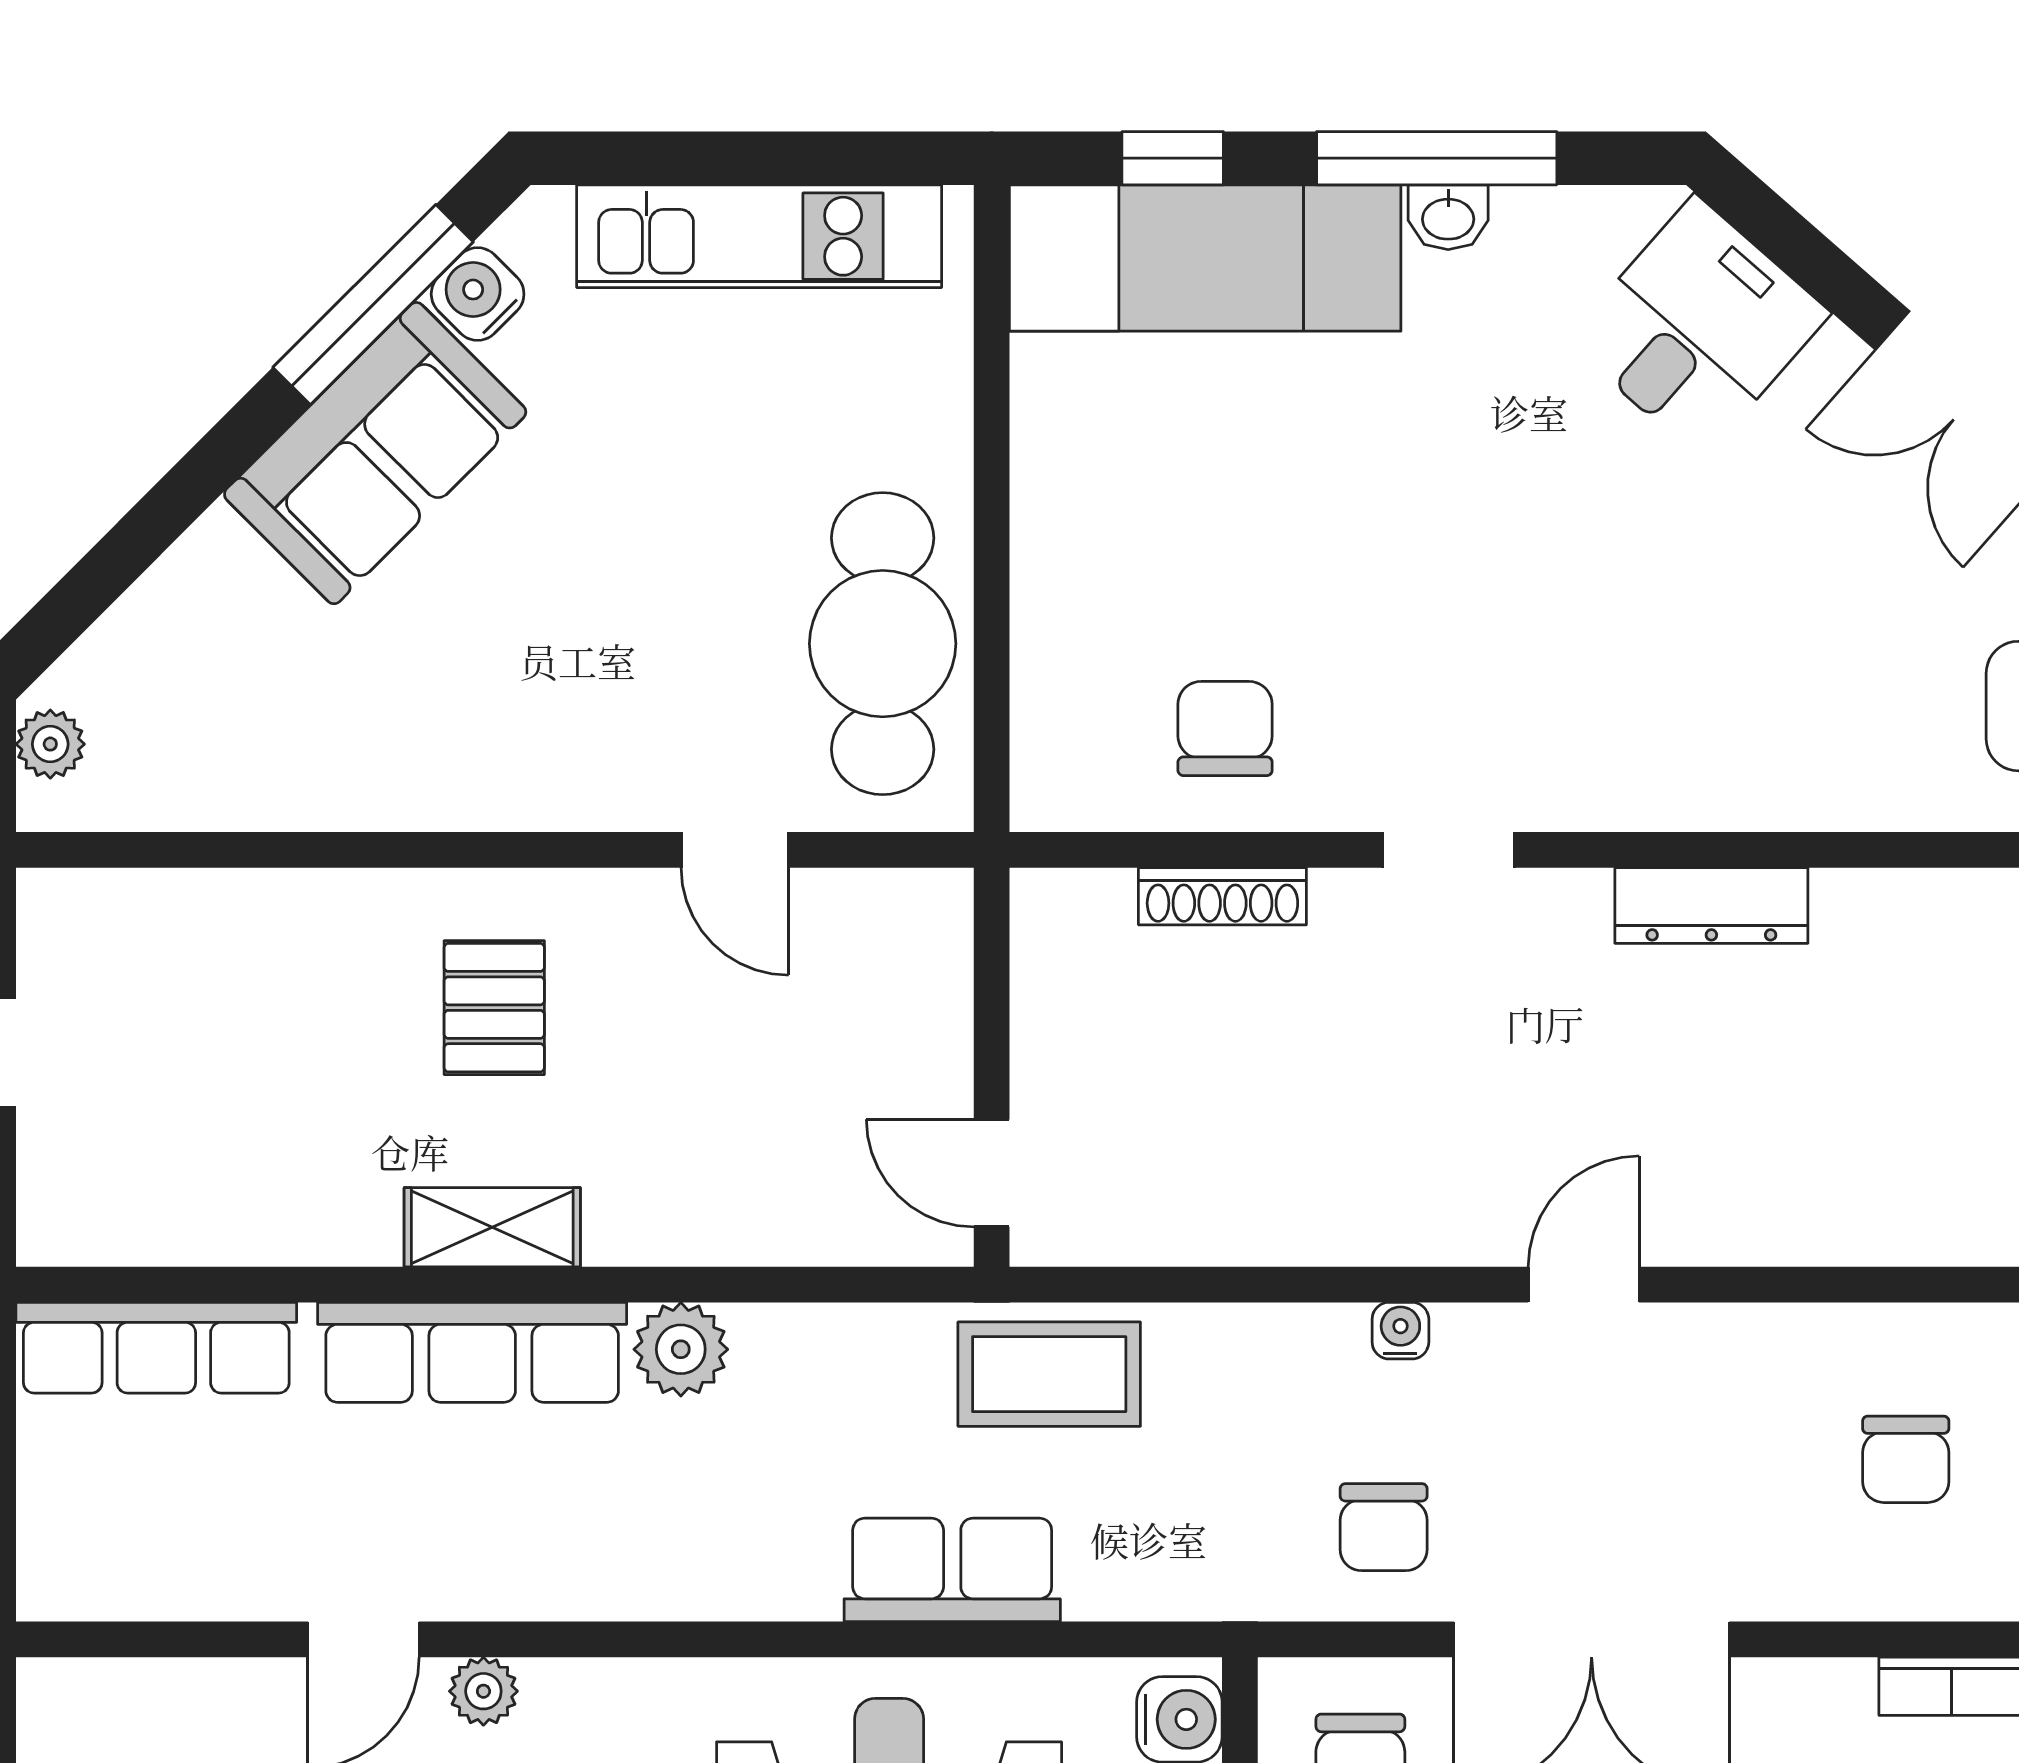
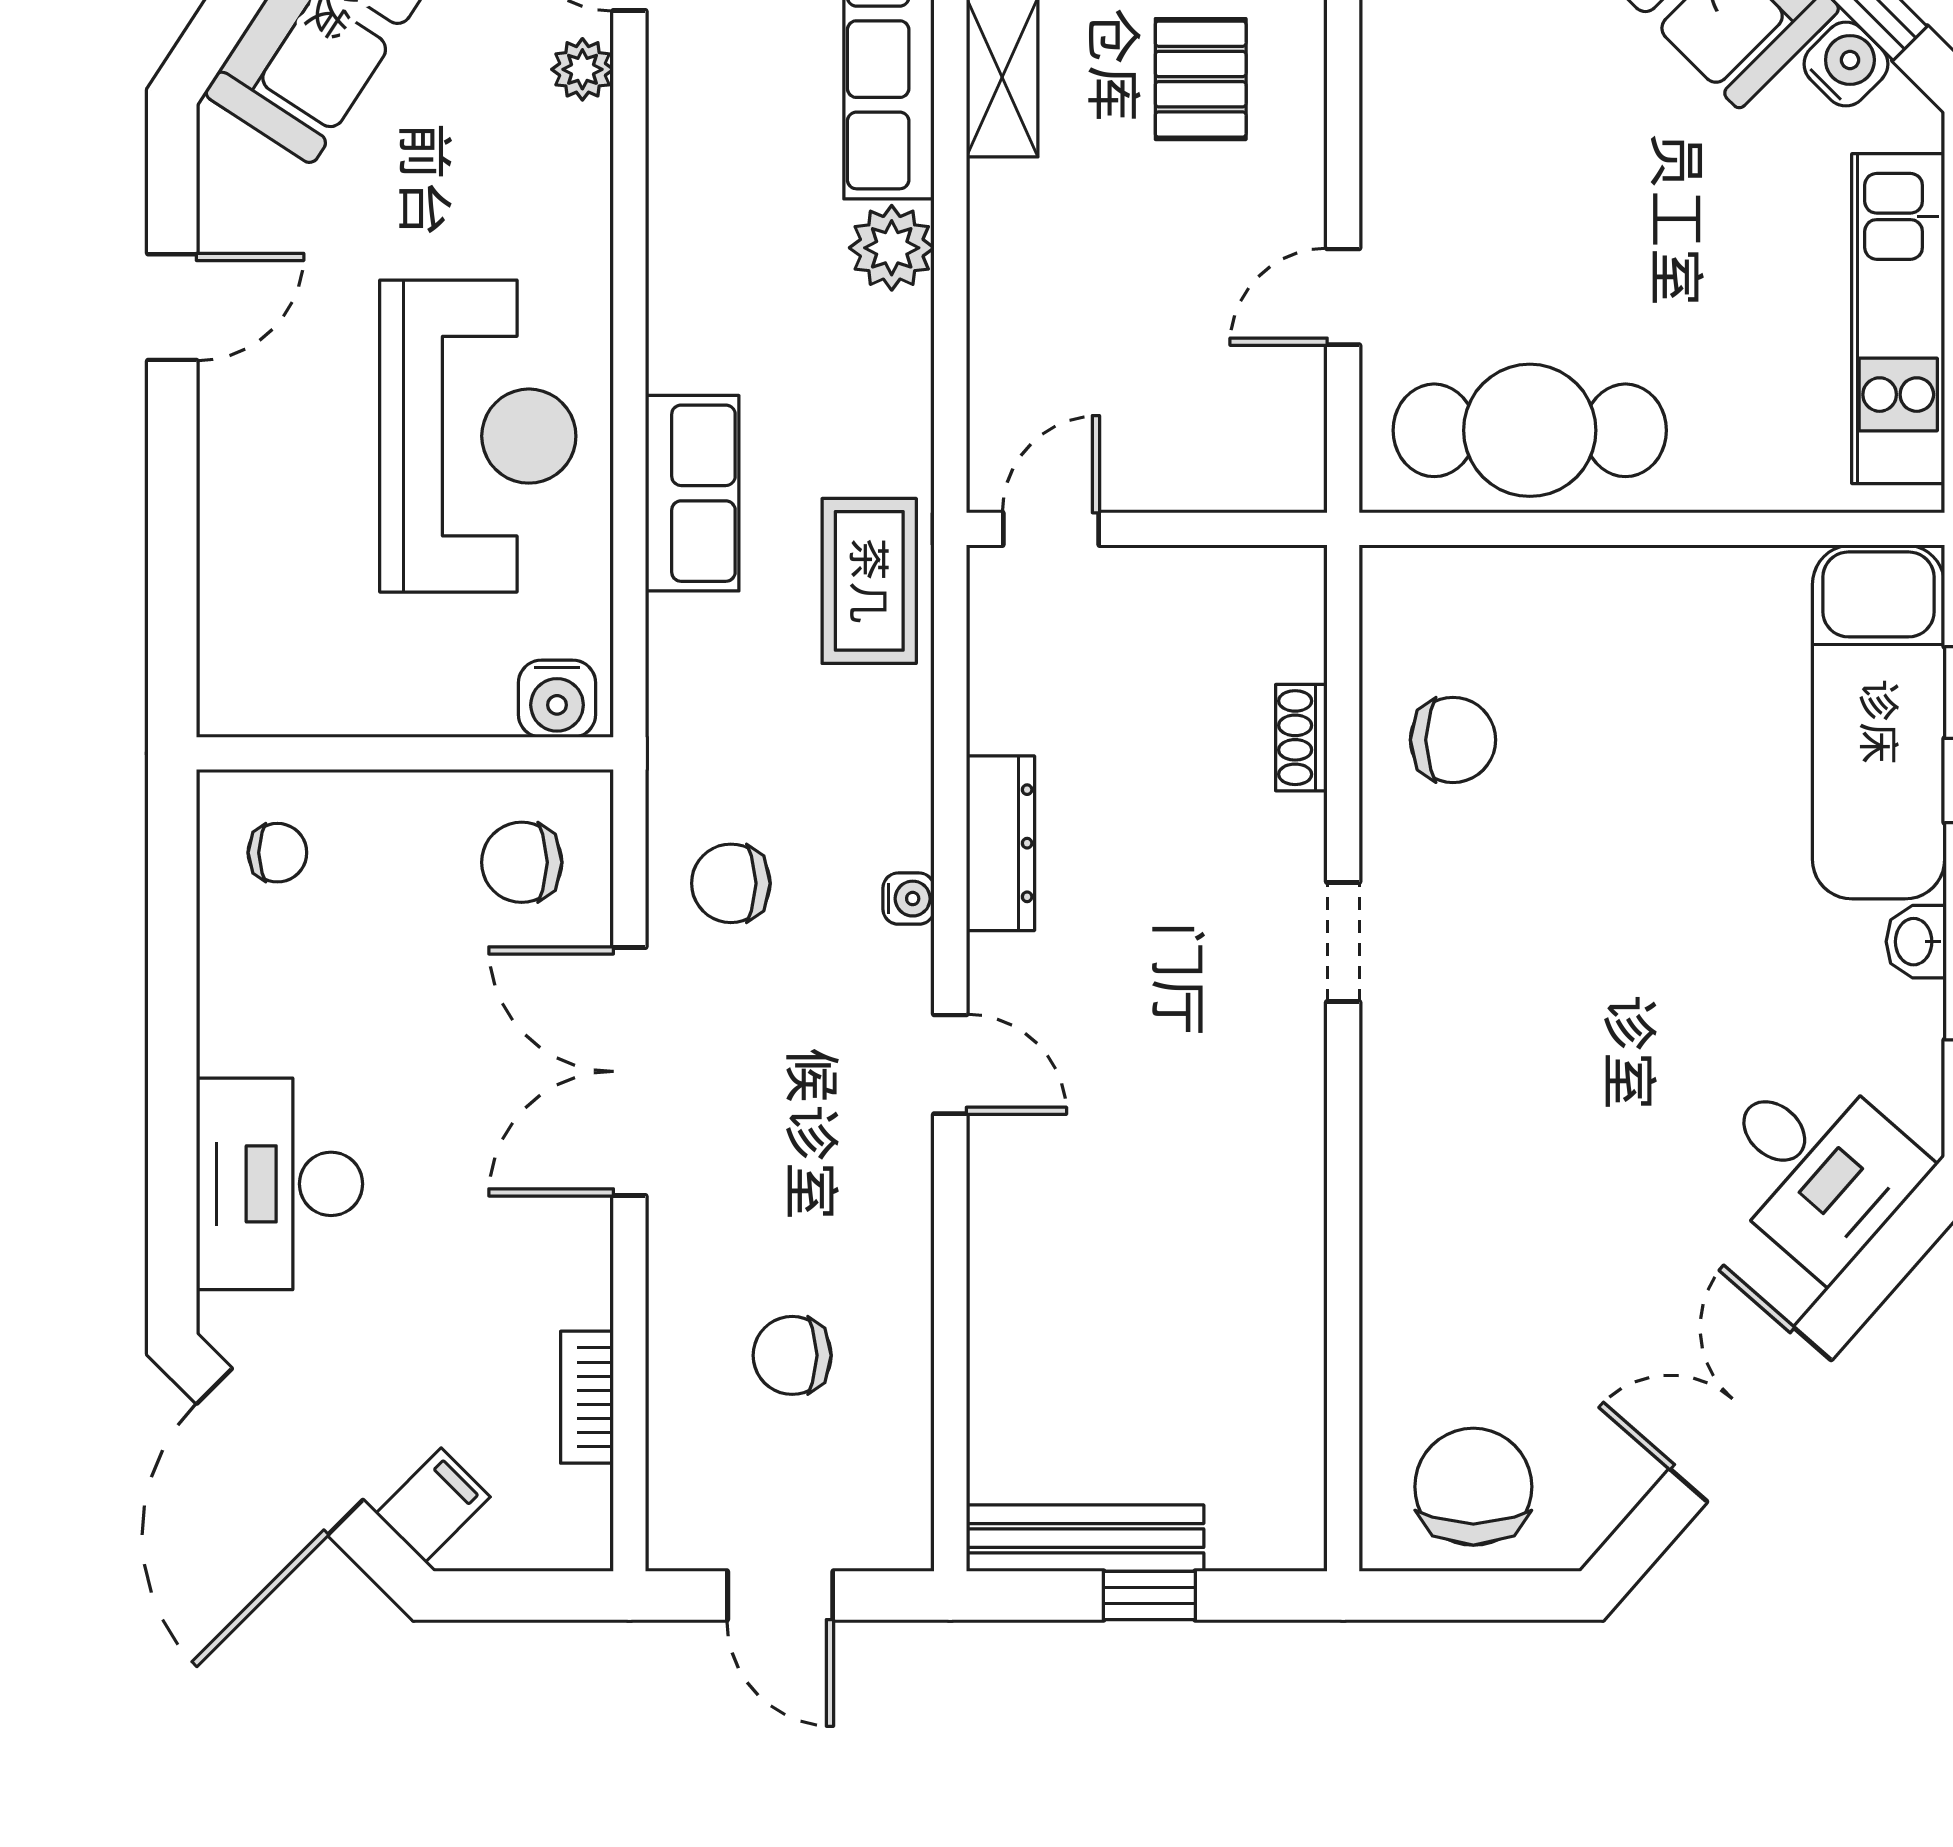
shoe rack: (1222, 896) -> (1301, 738), width x0.70
dresser: (1711, 905) -> (1000, 843), moved, turned 180
pallet: (494, 1008) -> (1201, 79), turned 90

